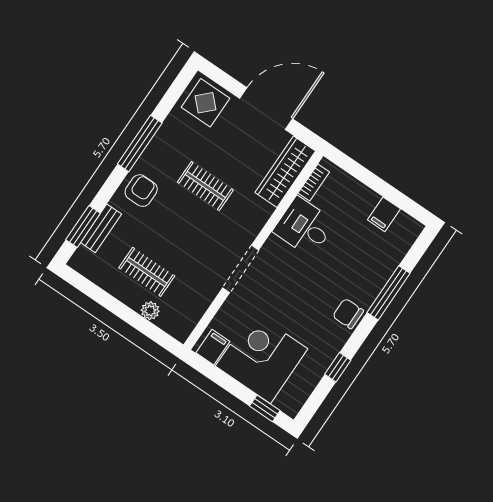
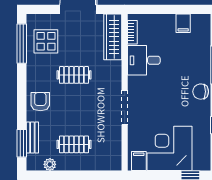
display table: (206, 103) -> (46, 41), moved
window: (140, 143) -> (22, 44), moved
plant: (150, 311) -> (50, 164), moved

